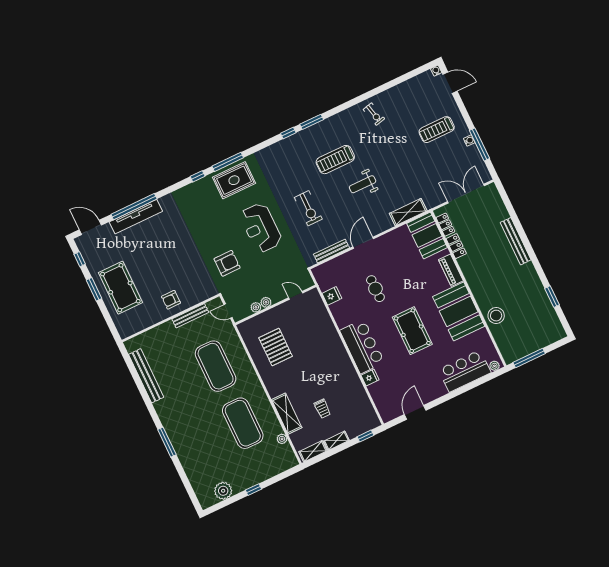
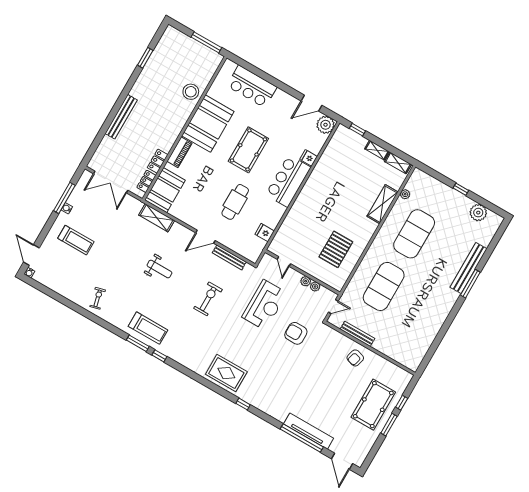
treadmill: (335, 160) -> (148, 328), moved
window: (228, 162) -> (215, 388), removed
reception desk: (261, 228) -> (264, 305), moved
window: (80, 259) -> (402, 403), moved
cafe table: (375, 289) -> (235, 202), width x1.37, depth x1.35
armchair: (171, 300) -> (355, 358), turned 106
door: (228, 311) -> (333, 307), hinge flipped
plant: (494, 366) -> (326, 125), moved, width x1.87, depth x1.87
bench: (146, 376) -> (468, 268), moved
trolley: (322, 409) -> (359, 179), removed

